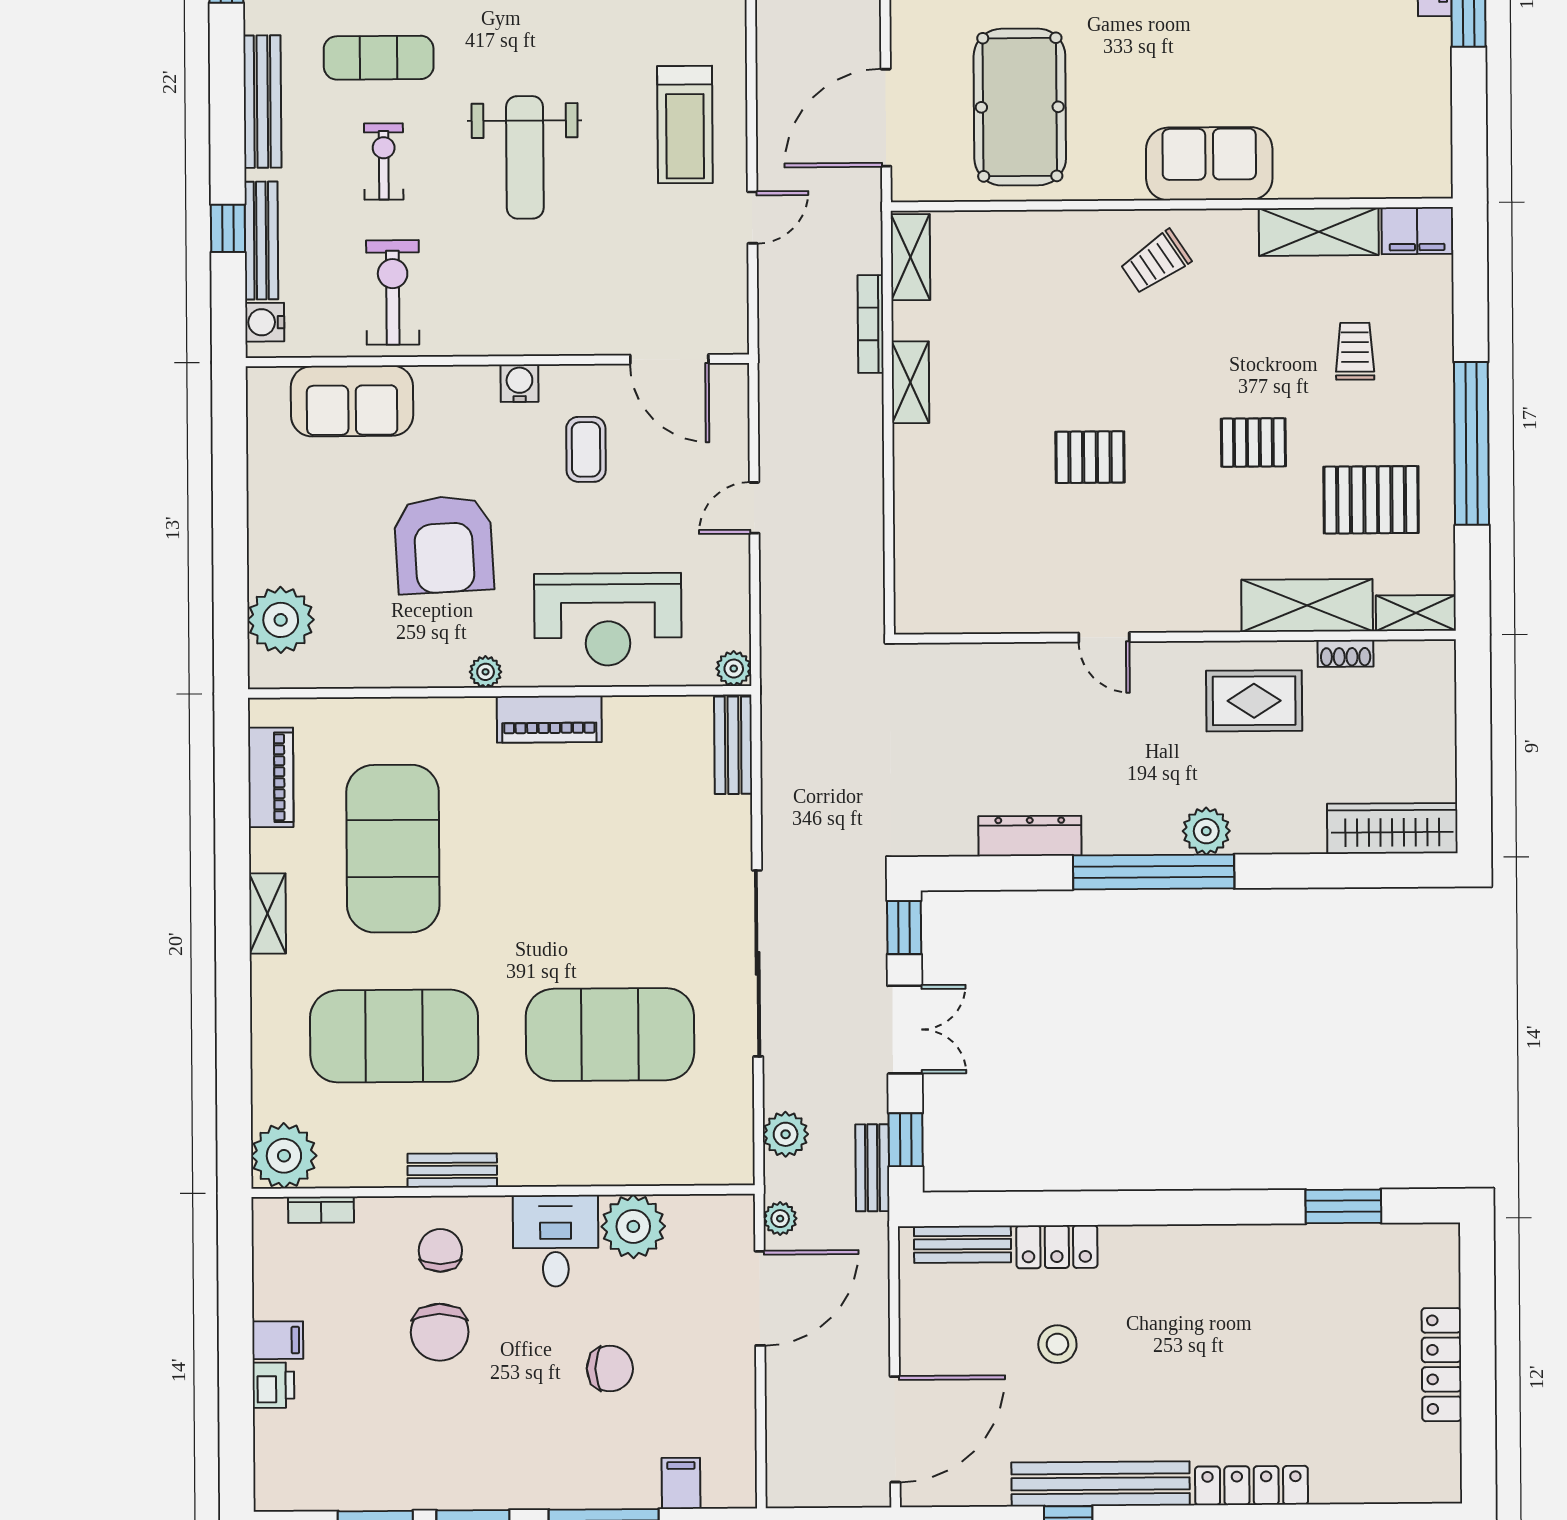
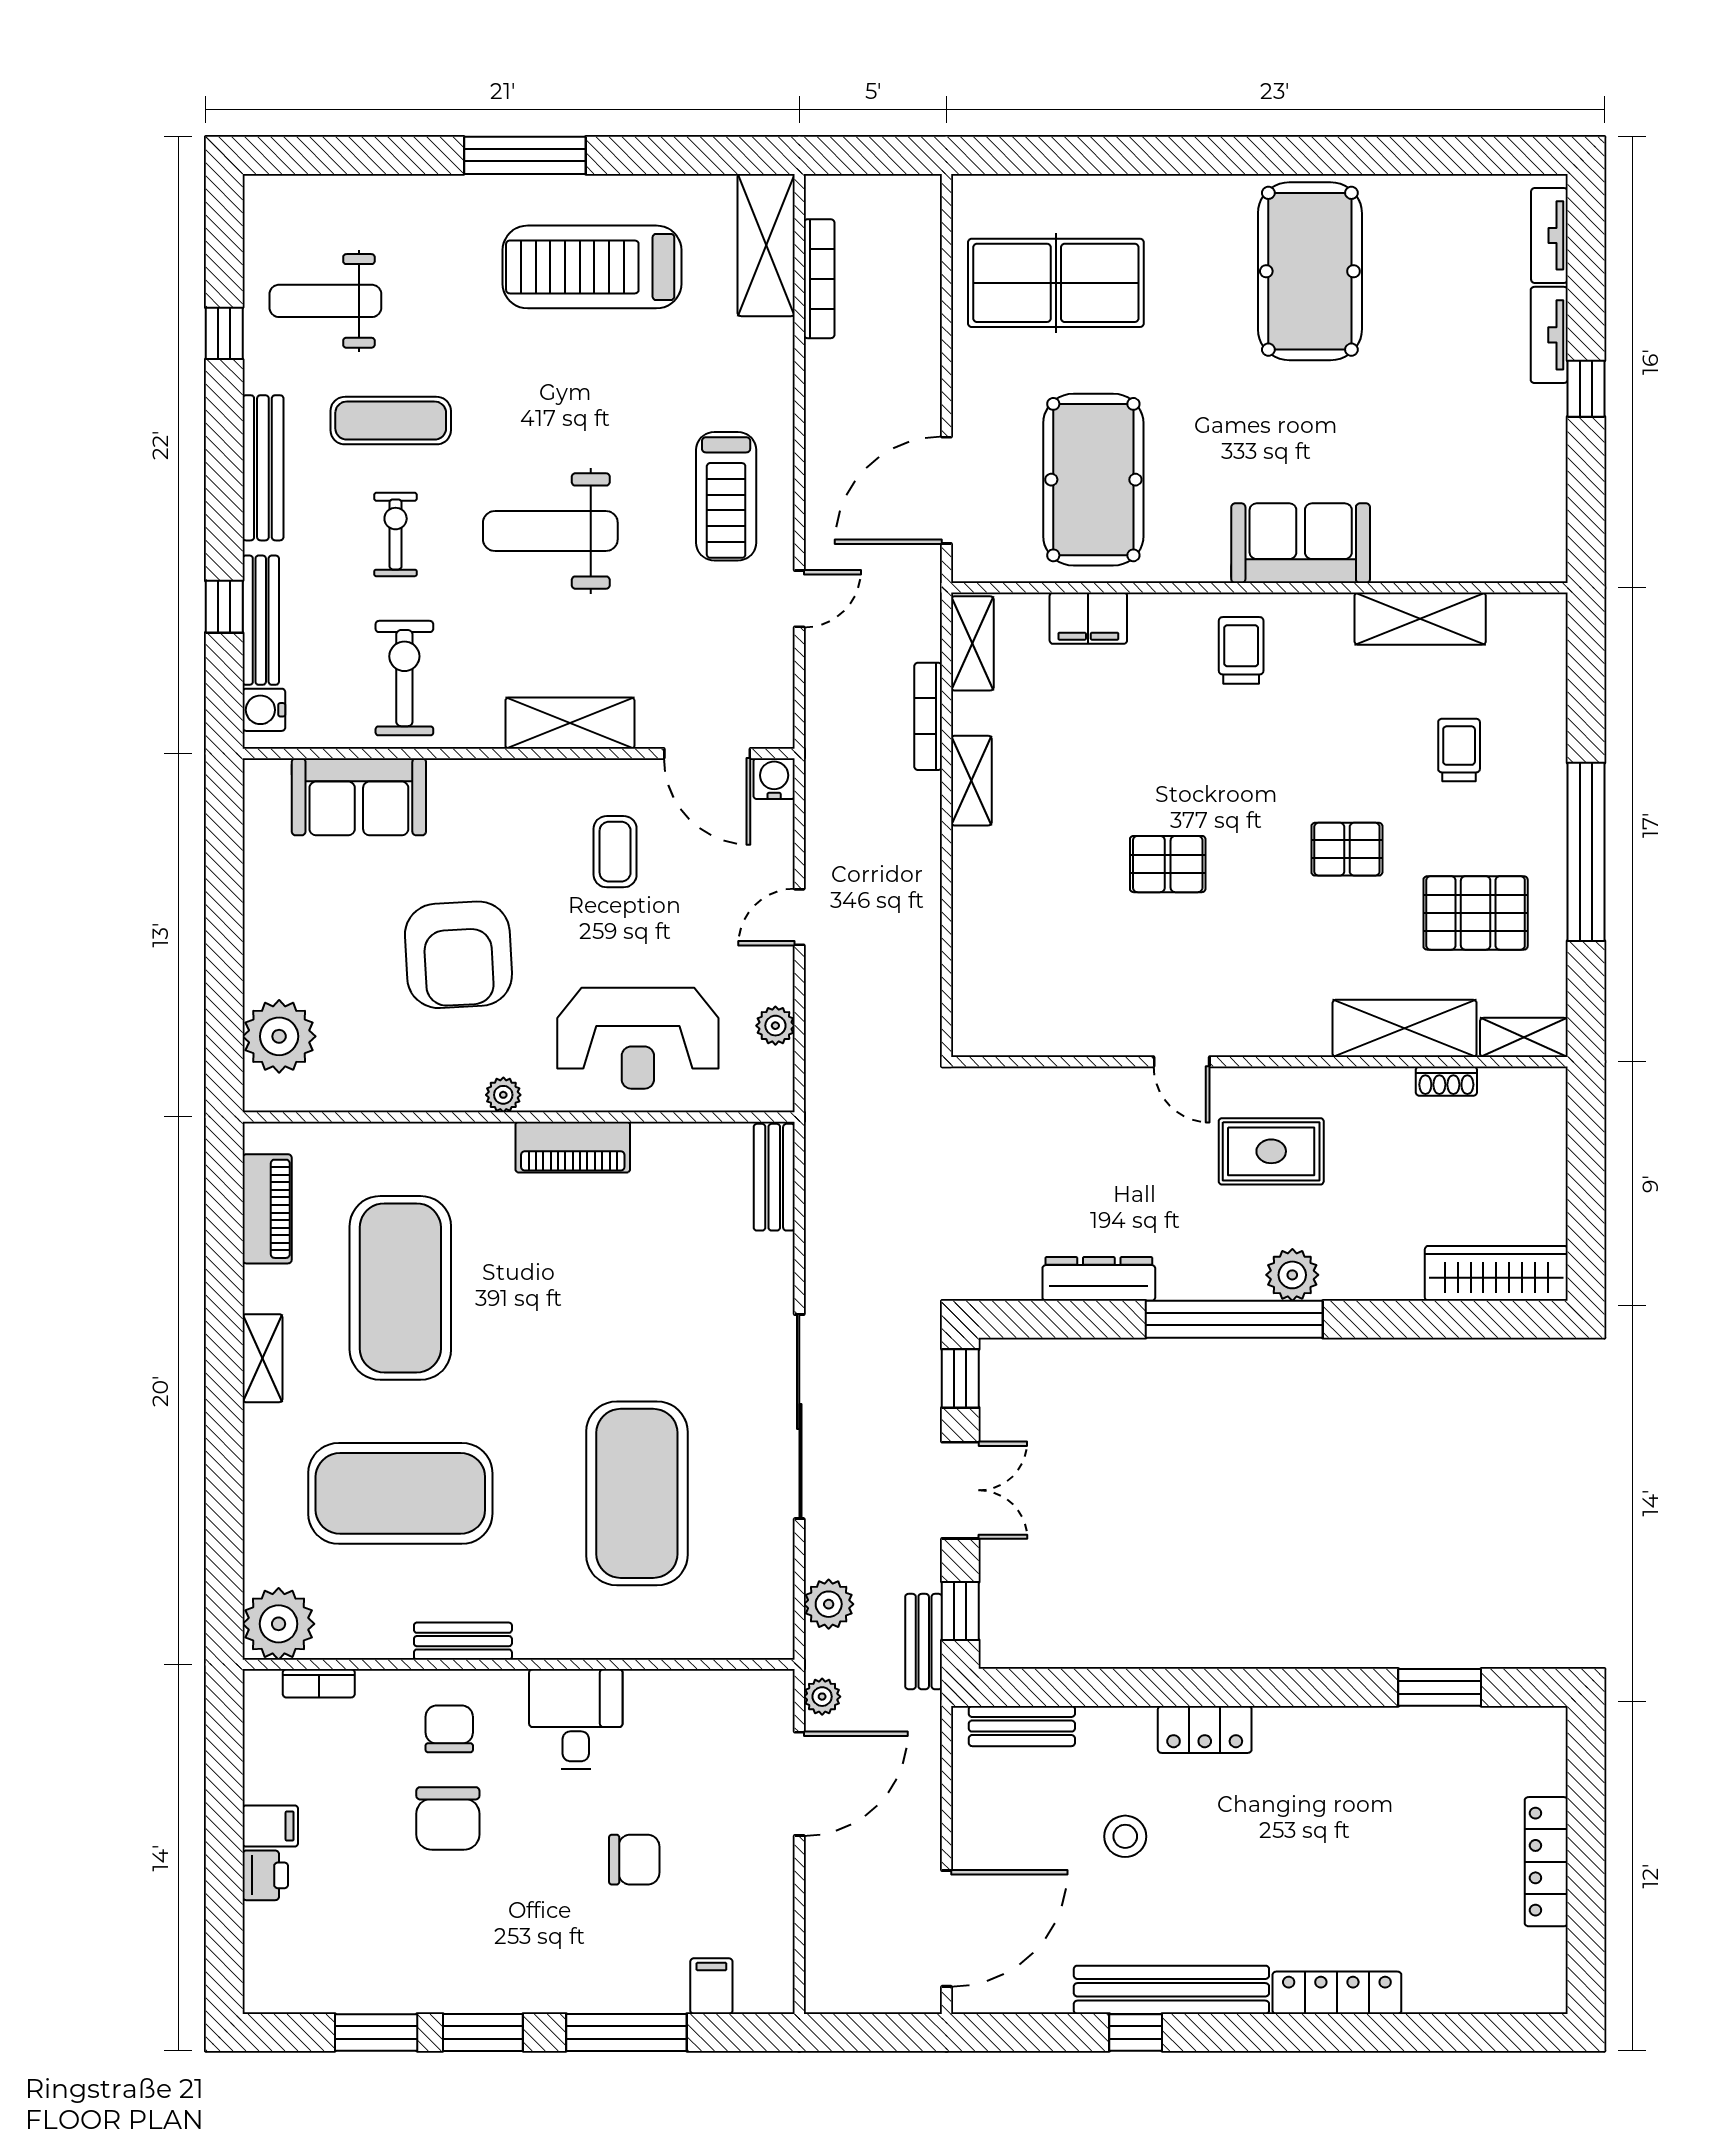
weight bench: (525, 157) -> (550, 531), turned 90
filing cabinet: (1417, 231) -> (1088, 618), moved
trolley: (1156, 262) -> (1241, 650), turned 124
shelving: (544, 332) -> (570, 723), added
water cooler: (519, 383) -> (774, 779), moved
plant: (734, 669) -> (775, 1026), moved
rug: (1254, 701) -> (1271, 1151), moved
exercise mat: (610, 1034) -> (637, 1493), turned 90
plant: (633, 1226) -> (661, 1704), removed
locker: (1057, 1247) -> (1205, 1729), moved

